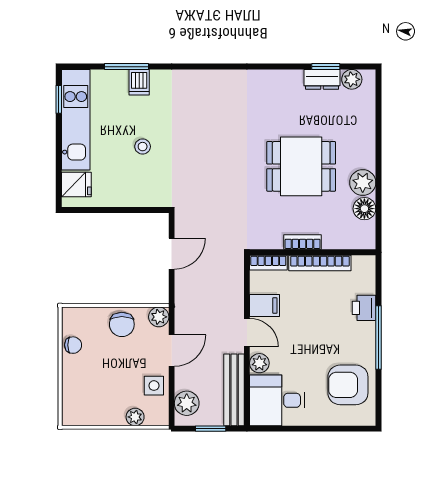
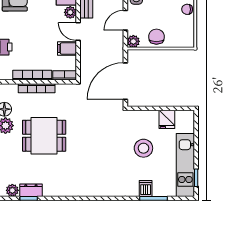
stool: (143, 147) -> (143, 148), width x1.89, depth x1.89
fridge: (76, 184) -> (167, 119), moved, turned -90
bookcase: (303, 242) -> (37, 88), width x1.56
door: (172, 254) -> (125, 81), width x1.87
chair: (73, 345) -> (187, 9), moved

